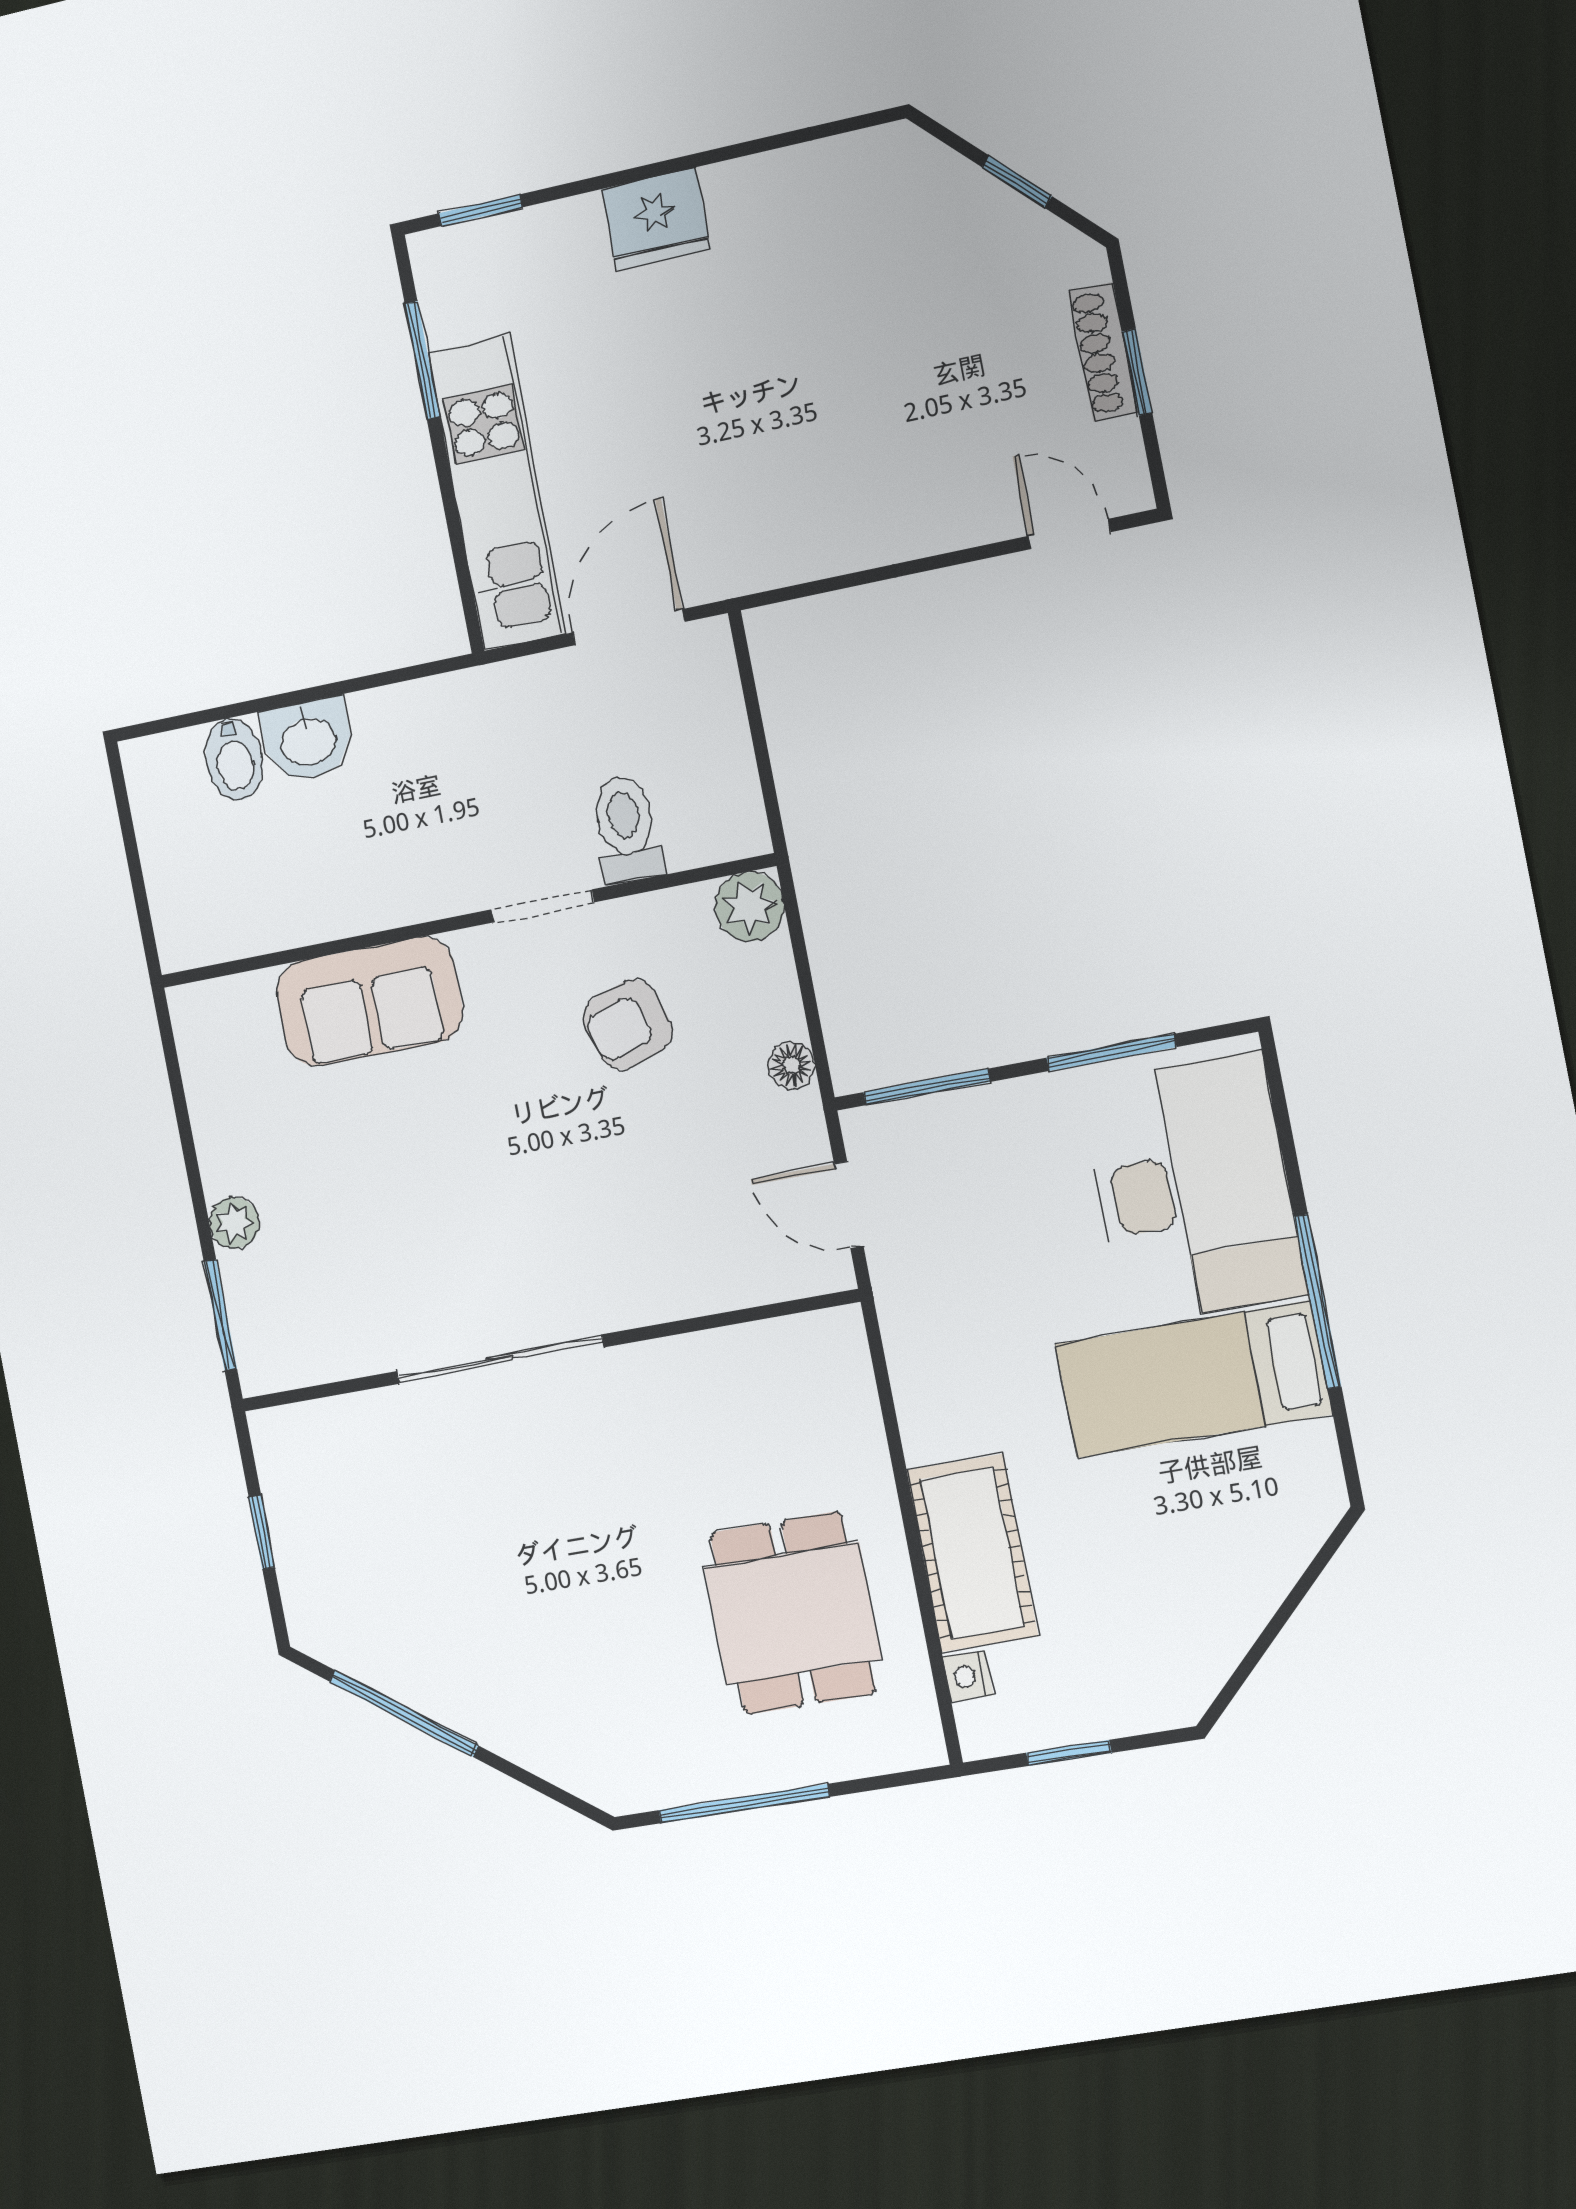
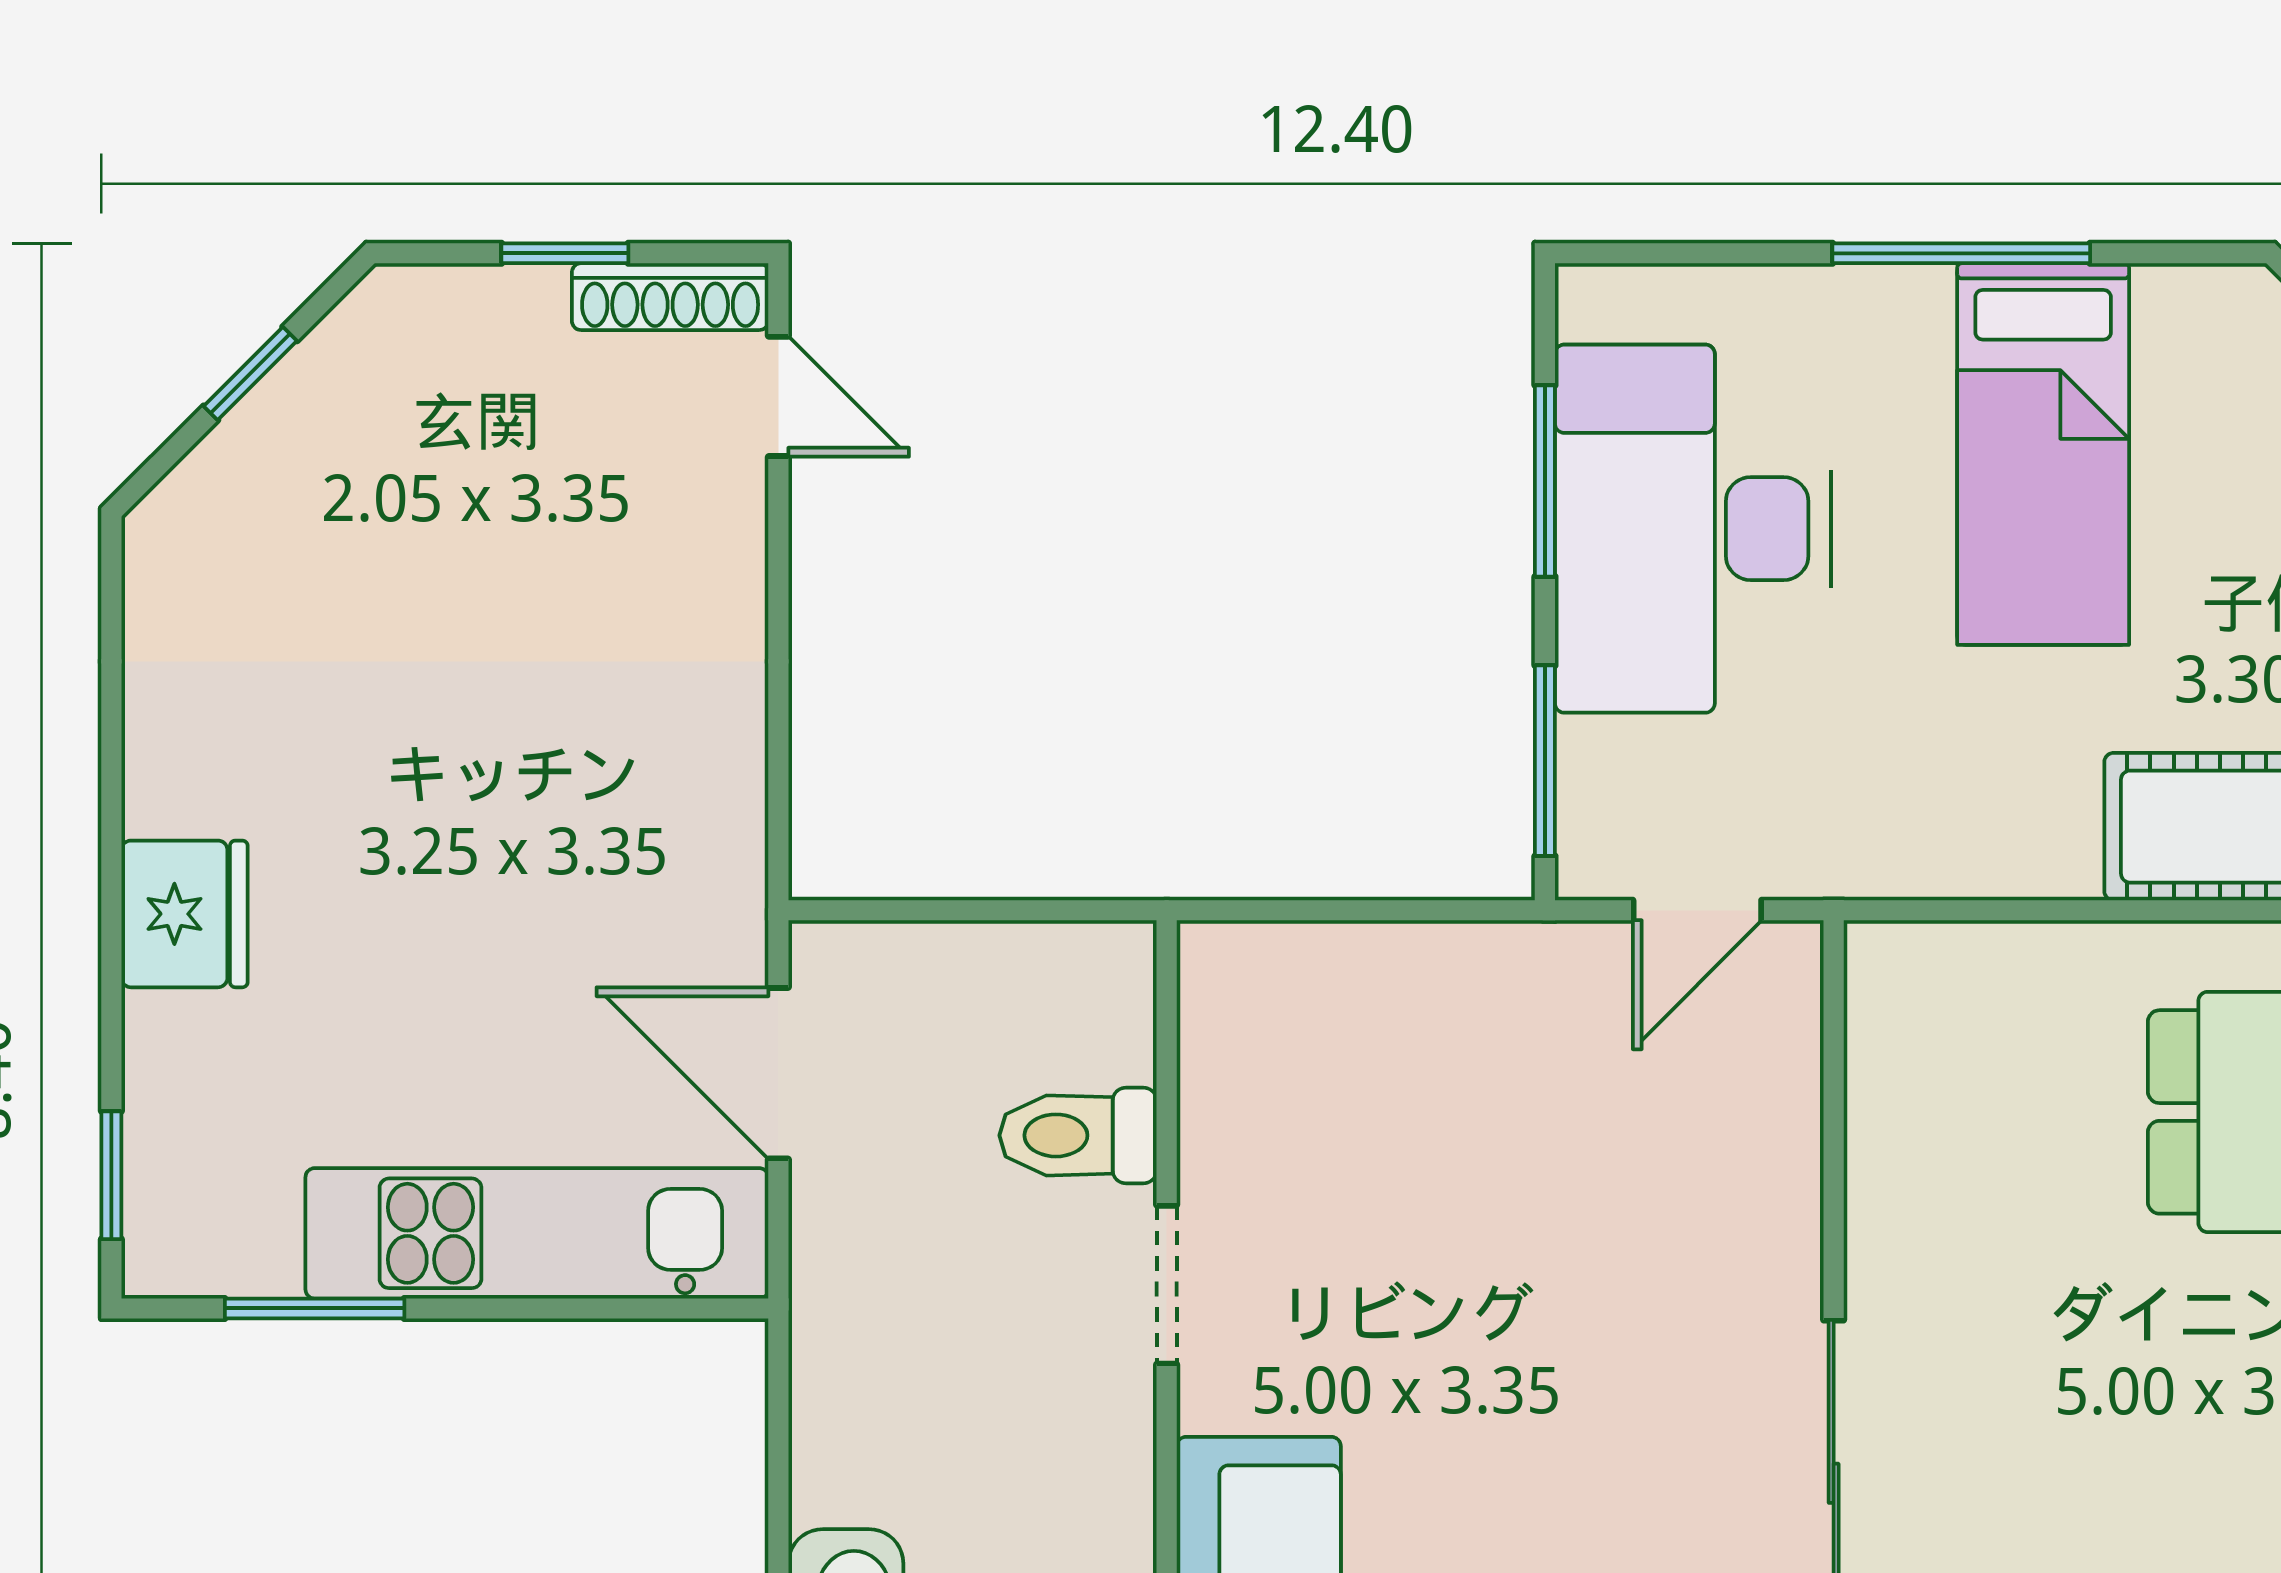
shoe rack: (1103, 352) -> (670, 297), moved
door: (1069, 534) -> (778, 396), swing flipped
plant: (750, 907) -> (1229, 972), removed
armchair: (628, 1025) -> (1368, 1190), removed
floor lamp: (791, 1065) -> (1475, 956), removed
desk: (1193, 1189) -> (1693, 529), moved, turned -90

